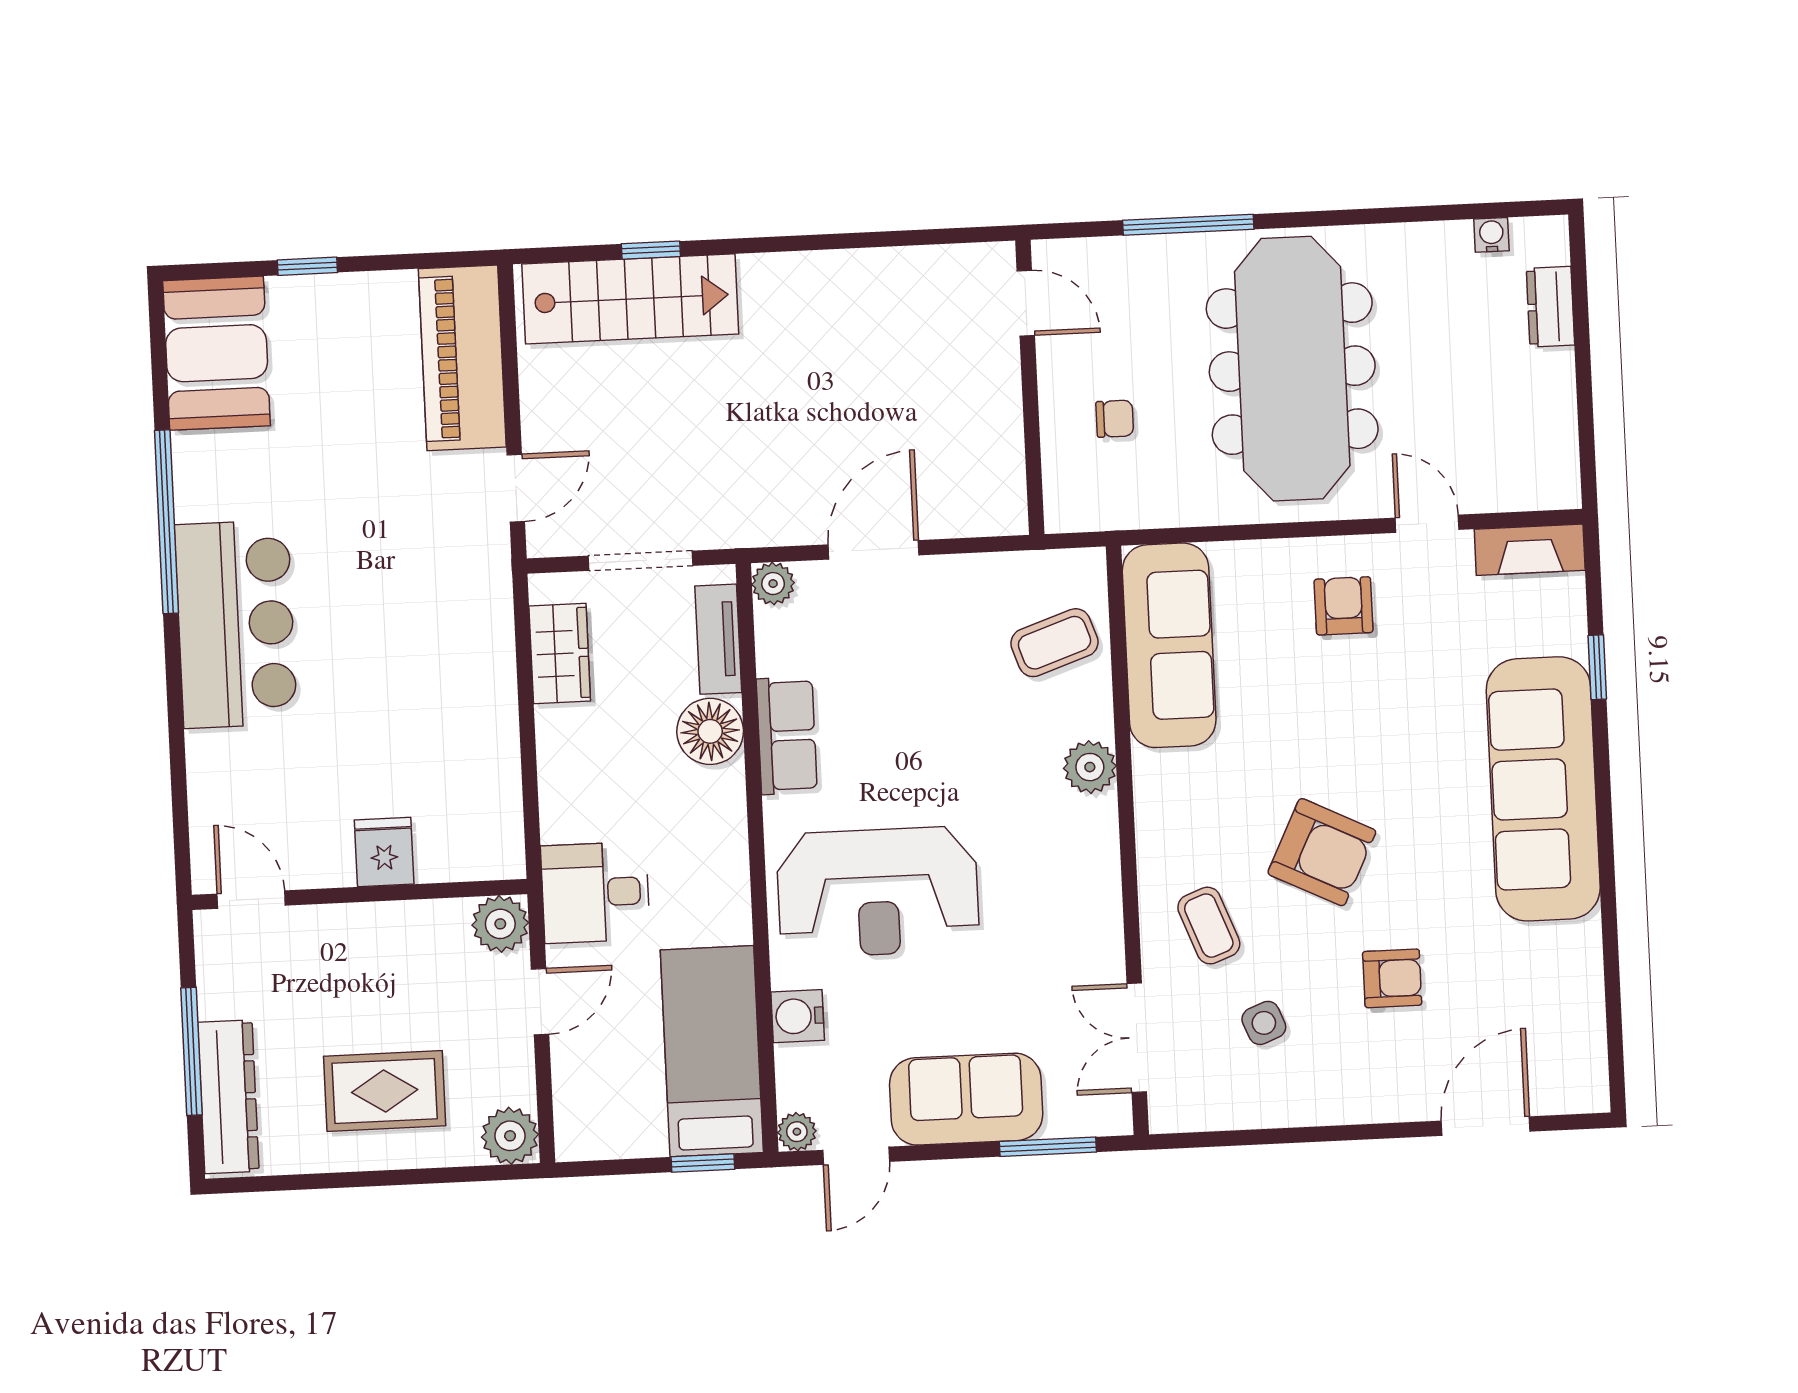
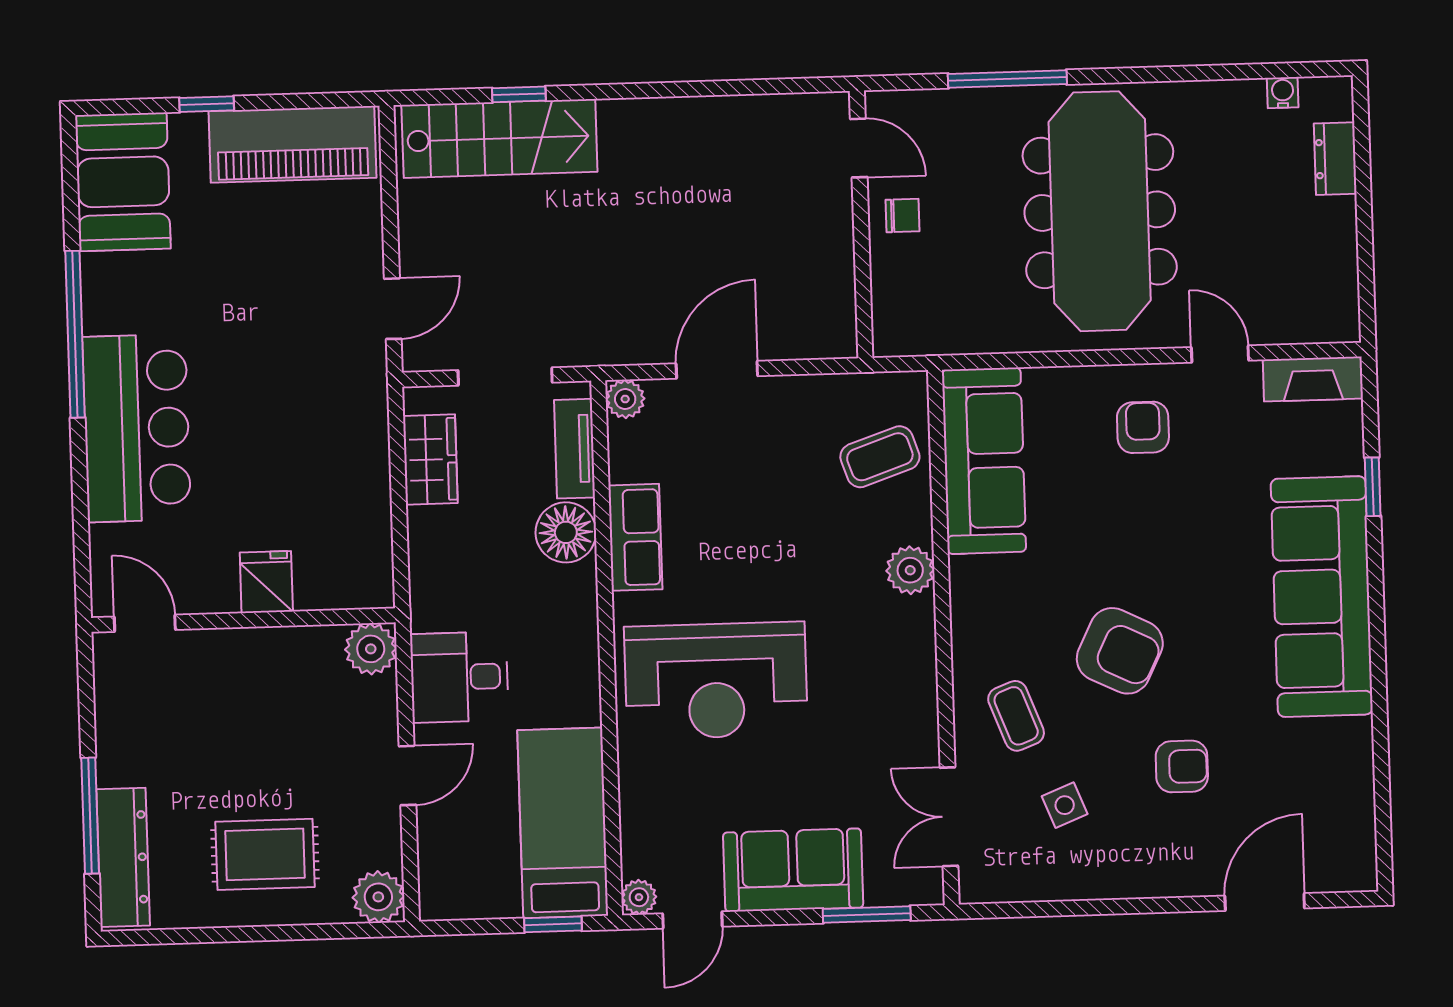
piano: (462, 358) -> (293, 144), moved, turned -90
chair: (1115, 419) -> (902, 216), moved
fridge: (384, 852) -> (266, 582), moved
wall: (360, 894) -> (243, 620), moved
door: (251, 900) -> (145, 623), moved
plant: (500, 924) -> (371, 649), moved
water cooler: (798, 1016) -> (641, 792), removed

